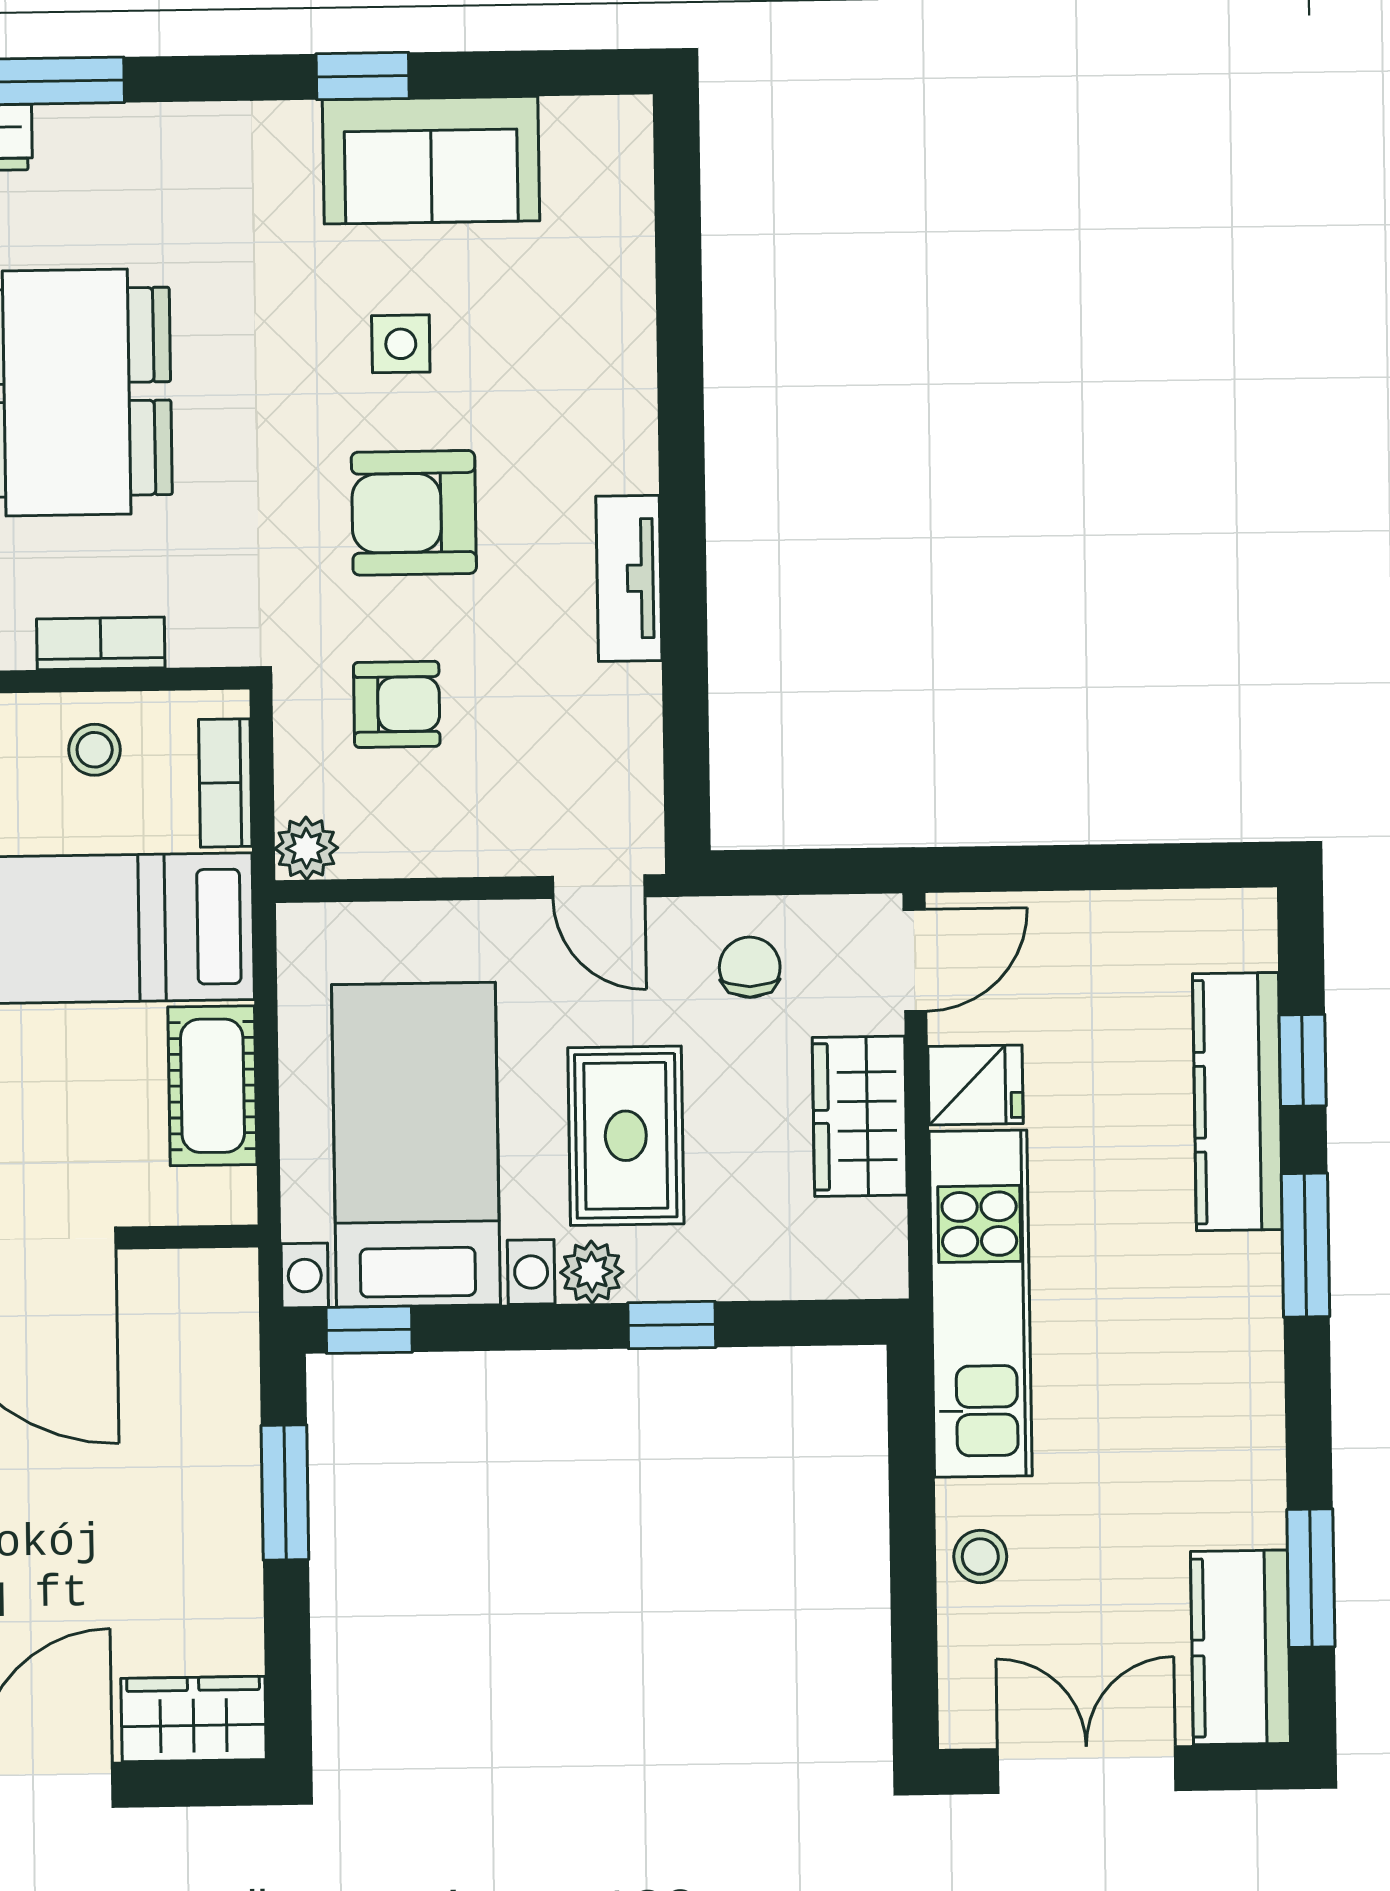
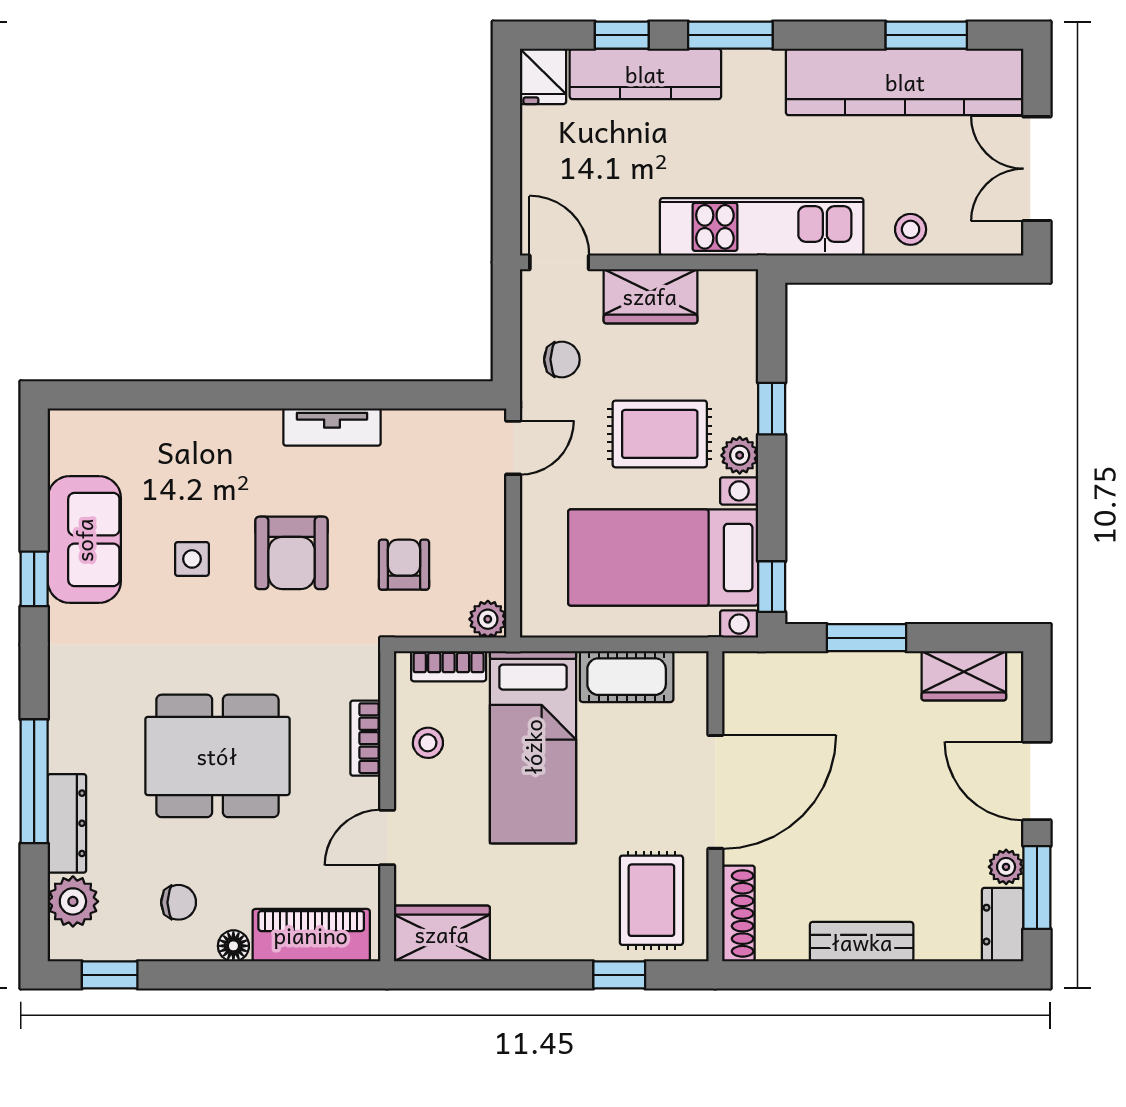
chair: (750, 967) -> (562, 360), turned 180
fridge: (975, 1085) -> (543, 76), moved, turned 180
kitchen counter: (1240, 1647) -> (905, 82), width x2.08, depth x1.17
wardrobe: (194, 1719) -> (964, 676), moved, turned -90

